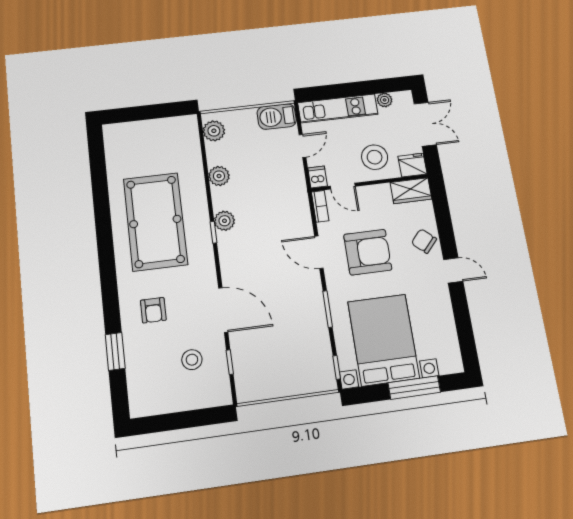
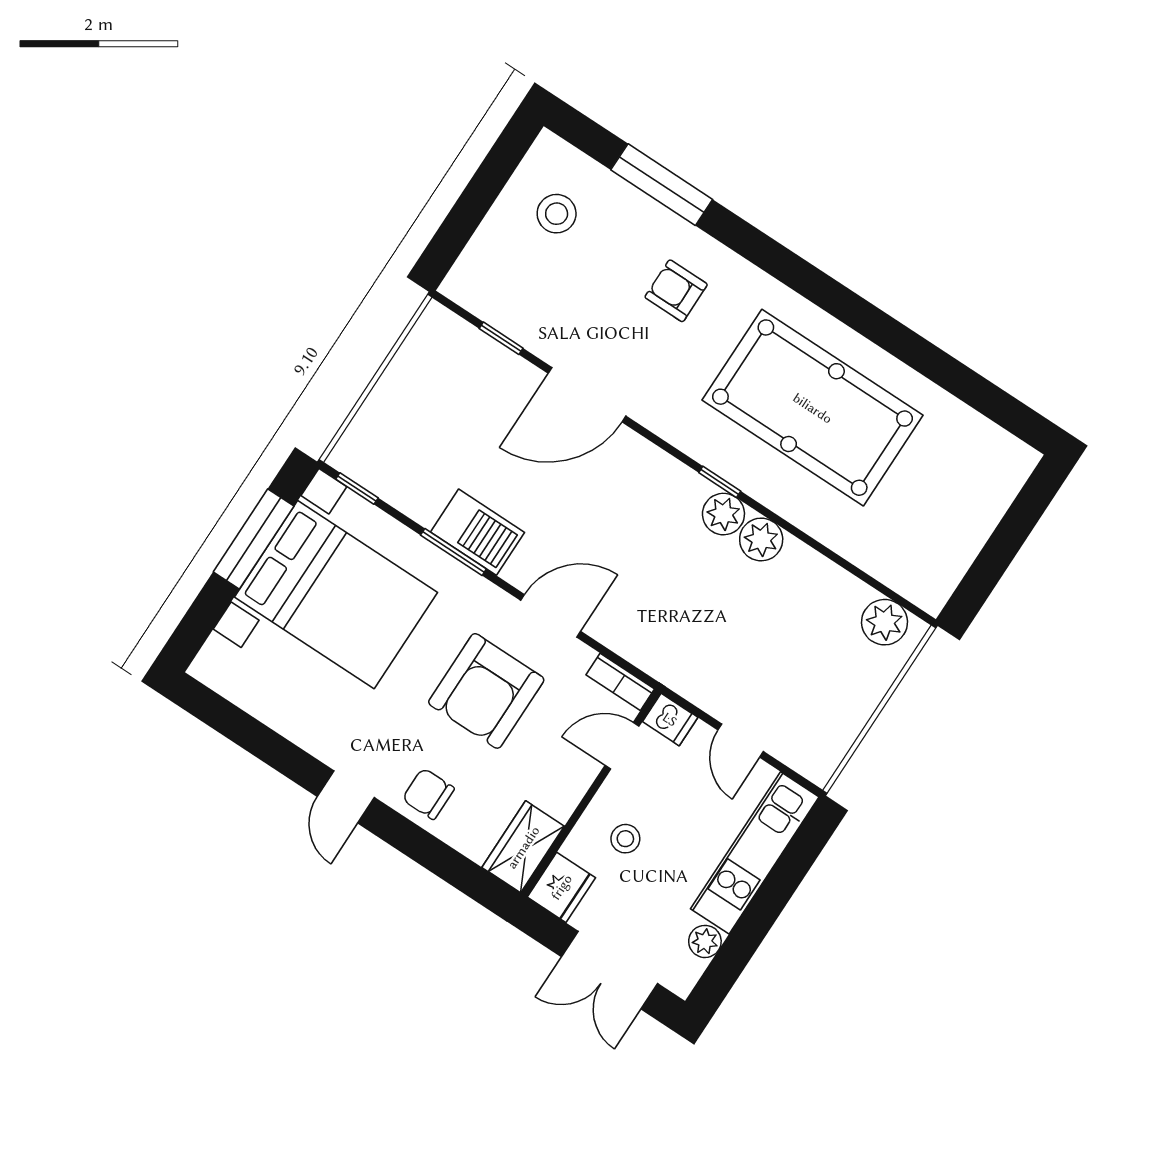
barbecue: (277, 117) -> (478, 532), moved, turned 90
stool: (375, 157) -> (625, 839), width x0.53, depth x0.53
plant: (219, 176) -> (761, 539), moved
chair: (424, 241) -> (428, 794), turned -132
door: (453, 270) -> (346, 797), hinge flipped
window: (115, 351) -> (662, 185), width x1.44
stool: (192, 360) -> (557, 214), moved
window: (414, 388) -> (254, 539), moved

